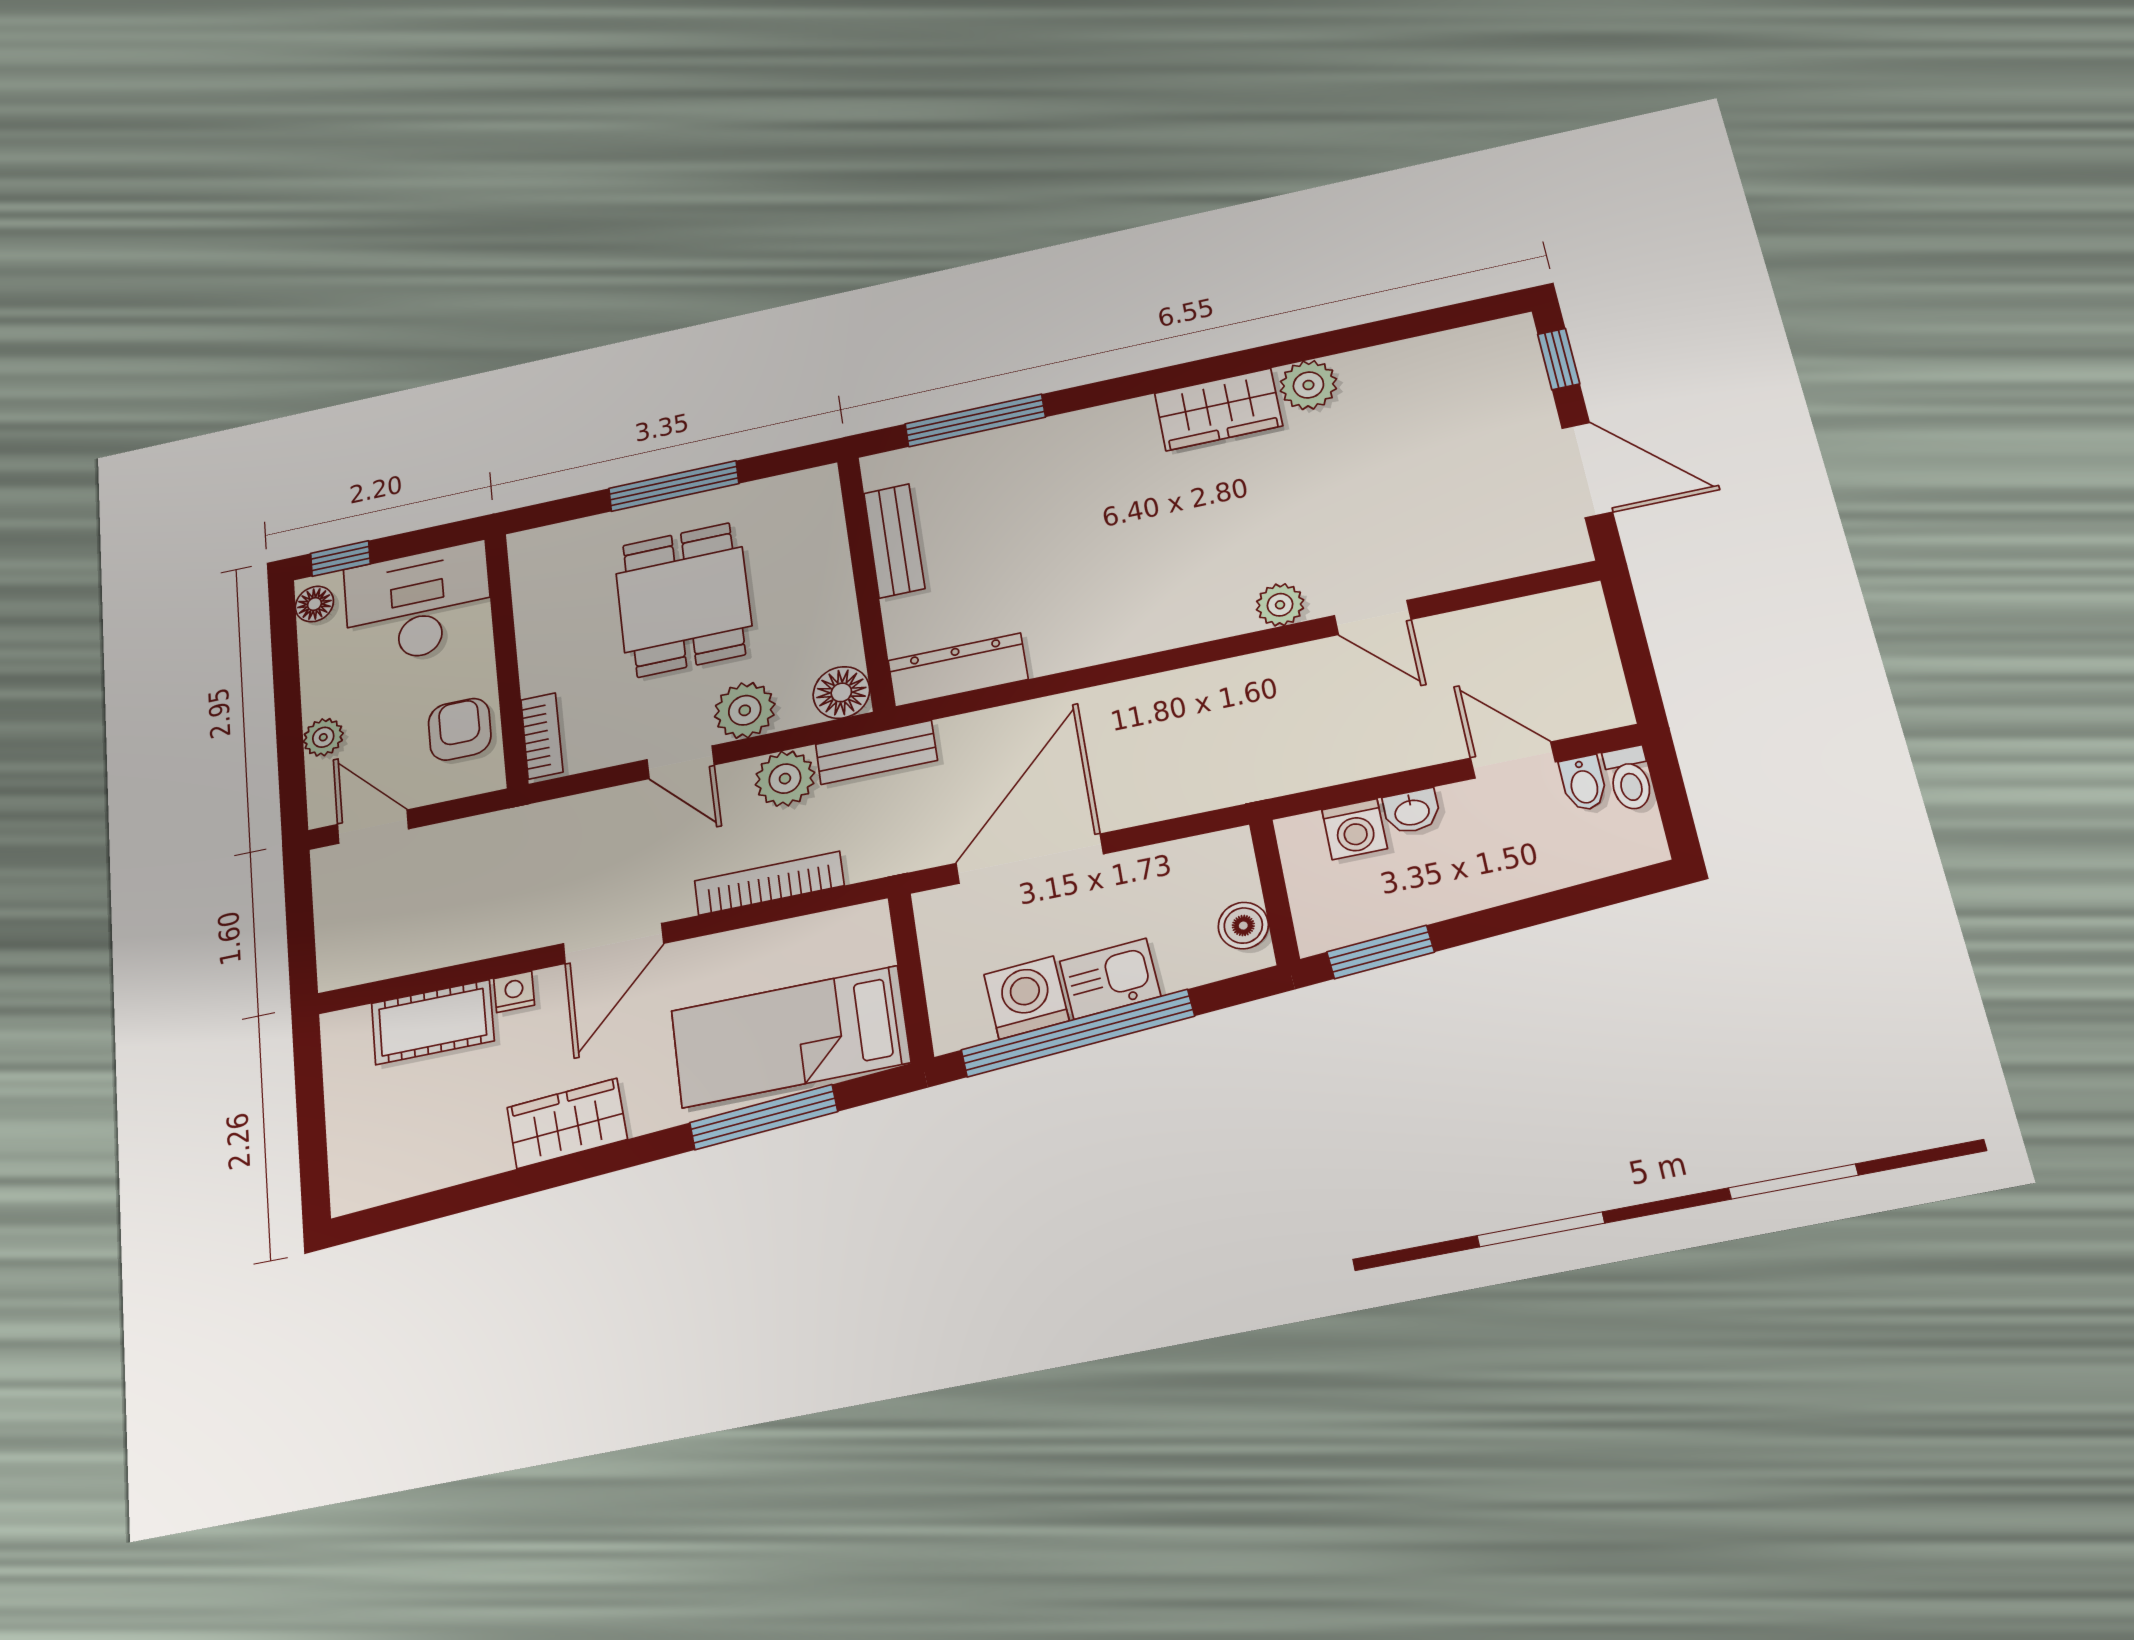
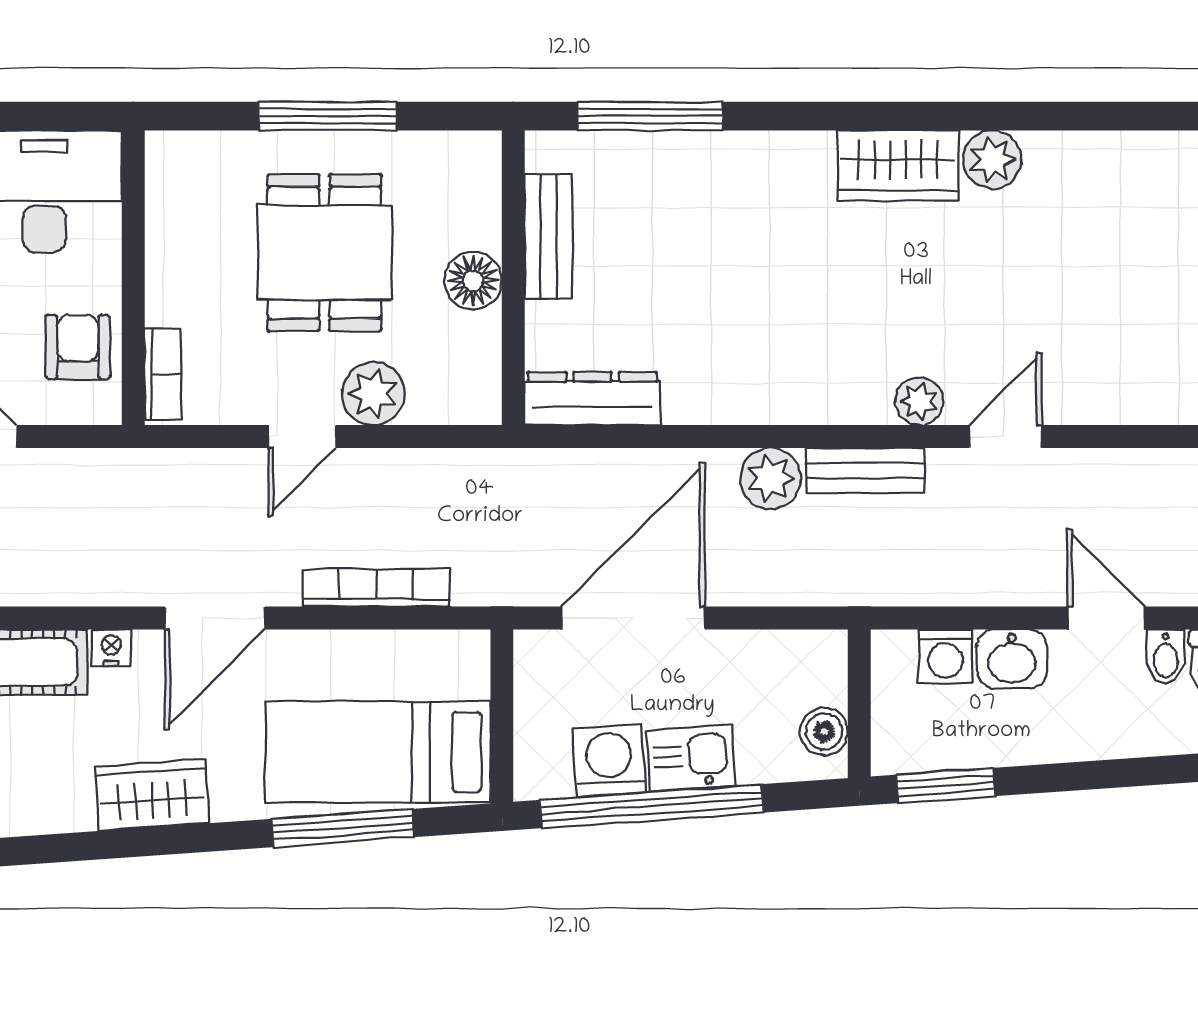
door: (1373, 618) -> (1005, 437), swing flipped
floor lamp: (841, 692) -> (473, 281), moved
bench: (876, 752) -> (865, 471), moved
door: (681, 762) -> (302, 437), hinge flipped
plant: (785, 779) -> (770, 479), moved
washbasin: (1412, 811) -> (1012, 659), width x1.38, depth x1.45

